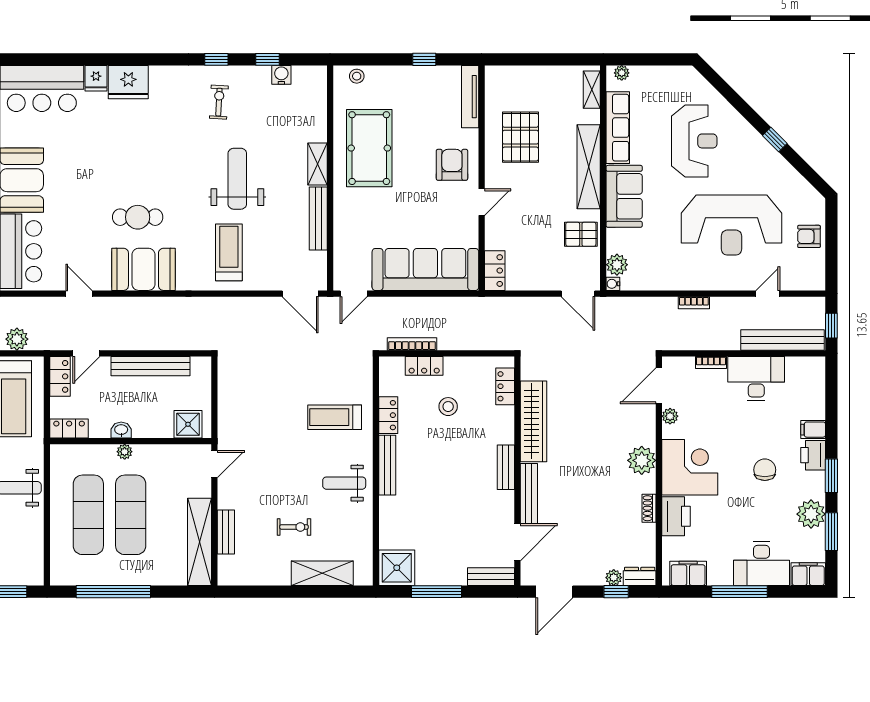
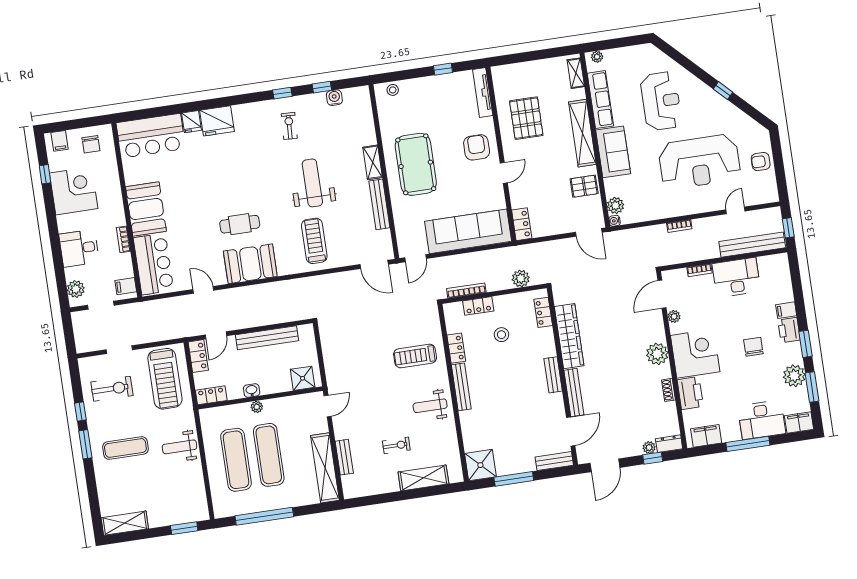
pool table: (369, 148) -> (416, 164), moved
plant: (17, 339) -> (521, 278), moved

